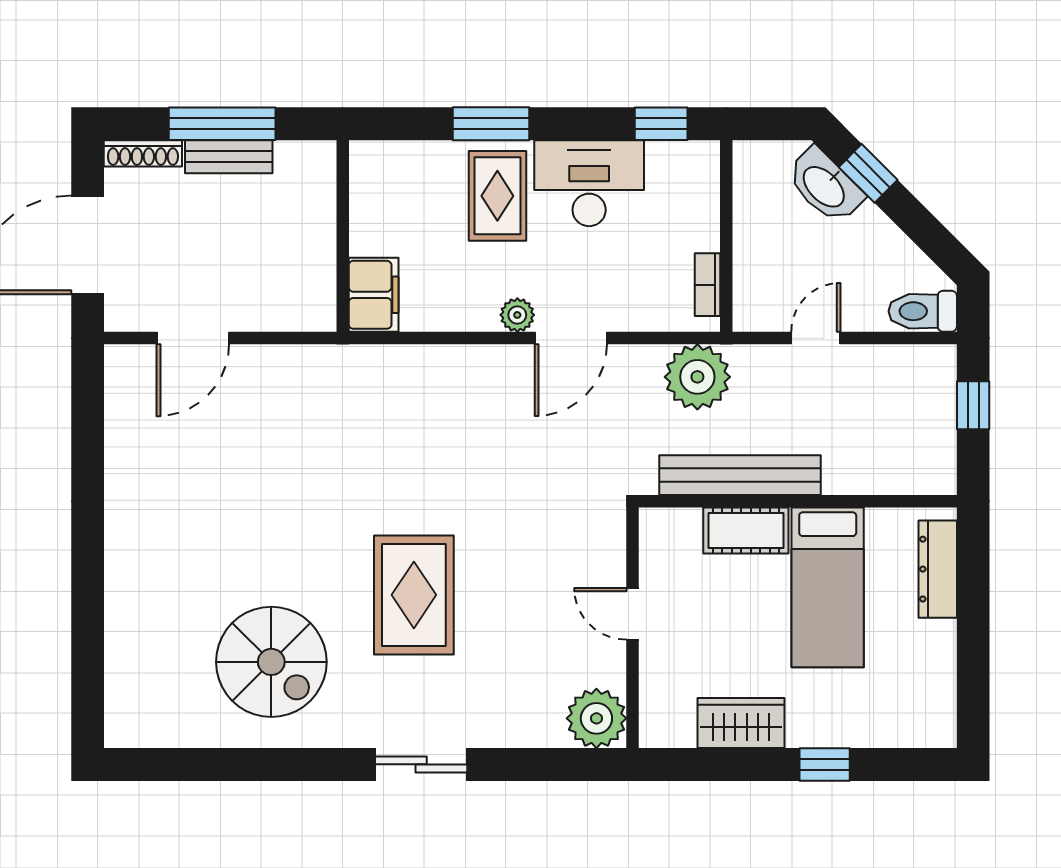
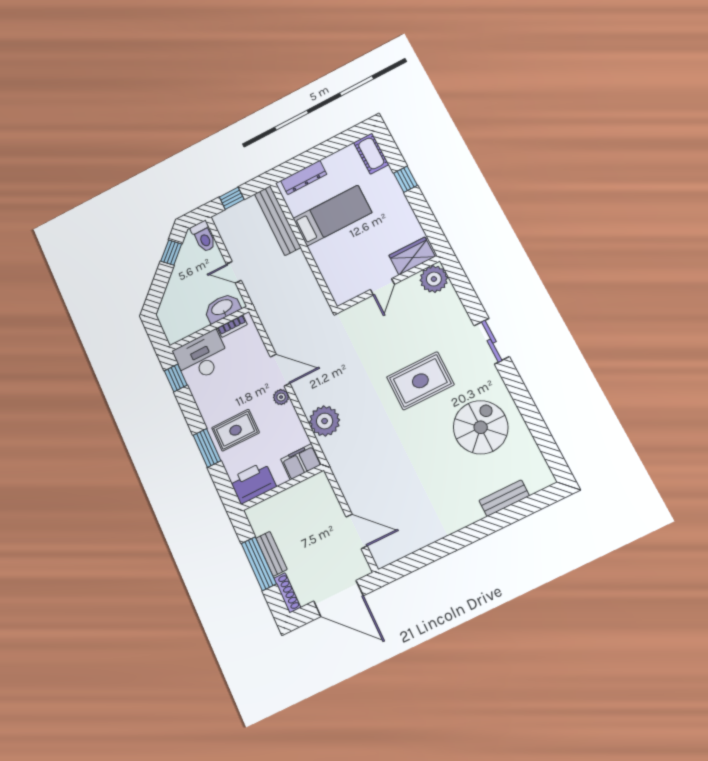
window: (868, 173) -> (171, 253), moved
printer: (380, 183) -> (253, 483), added
desk: (589, 183) -> (202, 357), moved, turned 90
washbasin: (825, 186) -> (222, 308), moved, turned -135
plant: (697, 377) -> (325, 421), moved
bench: (740, 475) -> (278, 221), moved
cot: (746, 530) -> (371, 153), moved
bench: (122, 638) -> (504, 498), added
wardrobe: (741, 723) -> (412, 256), moved, turned 90

